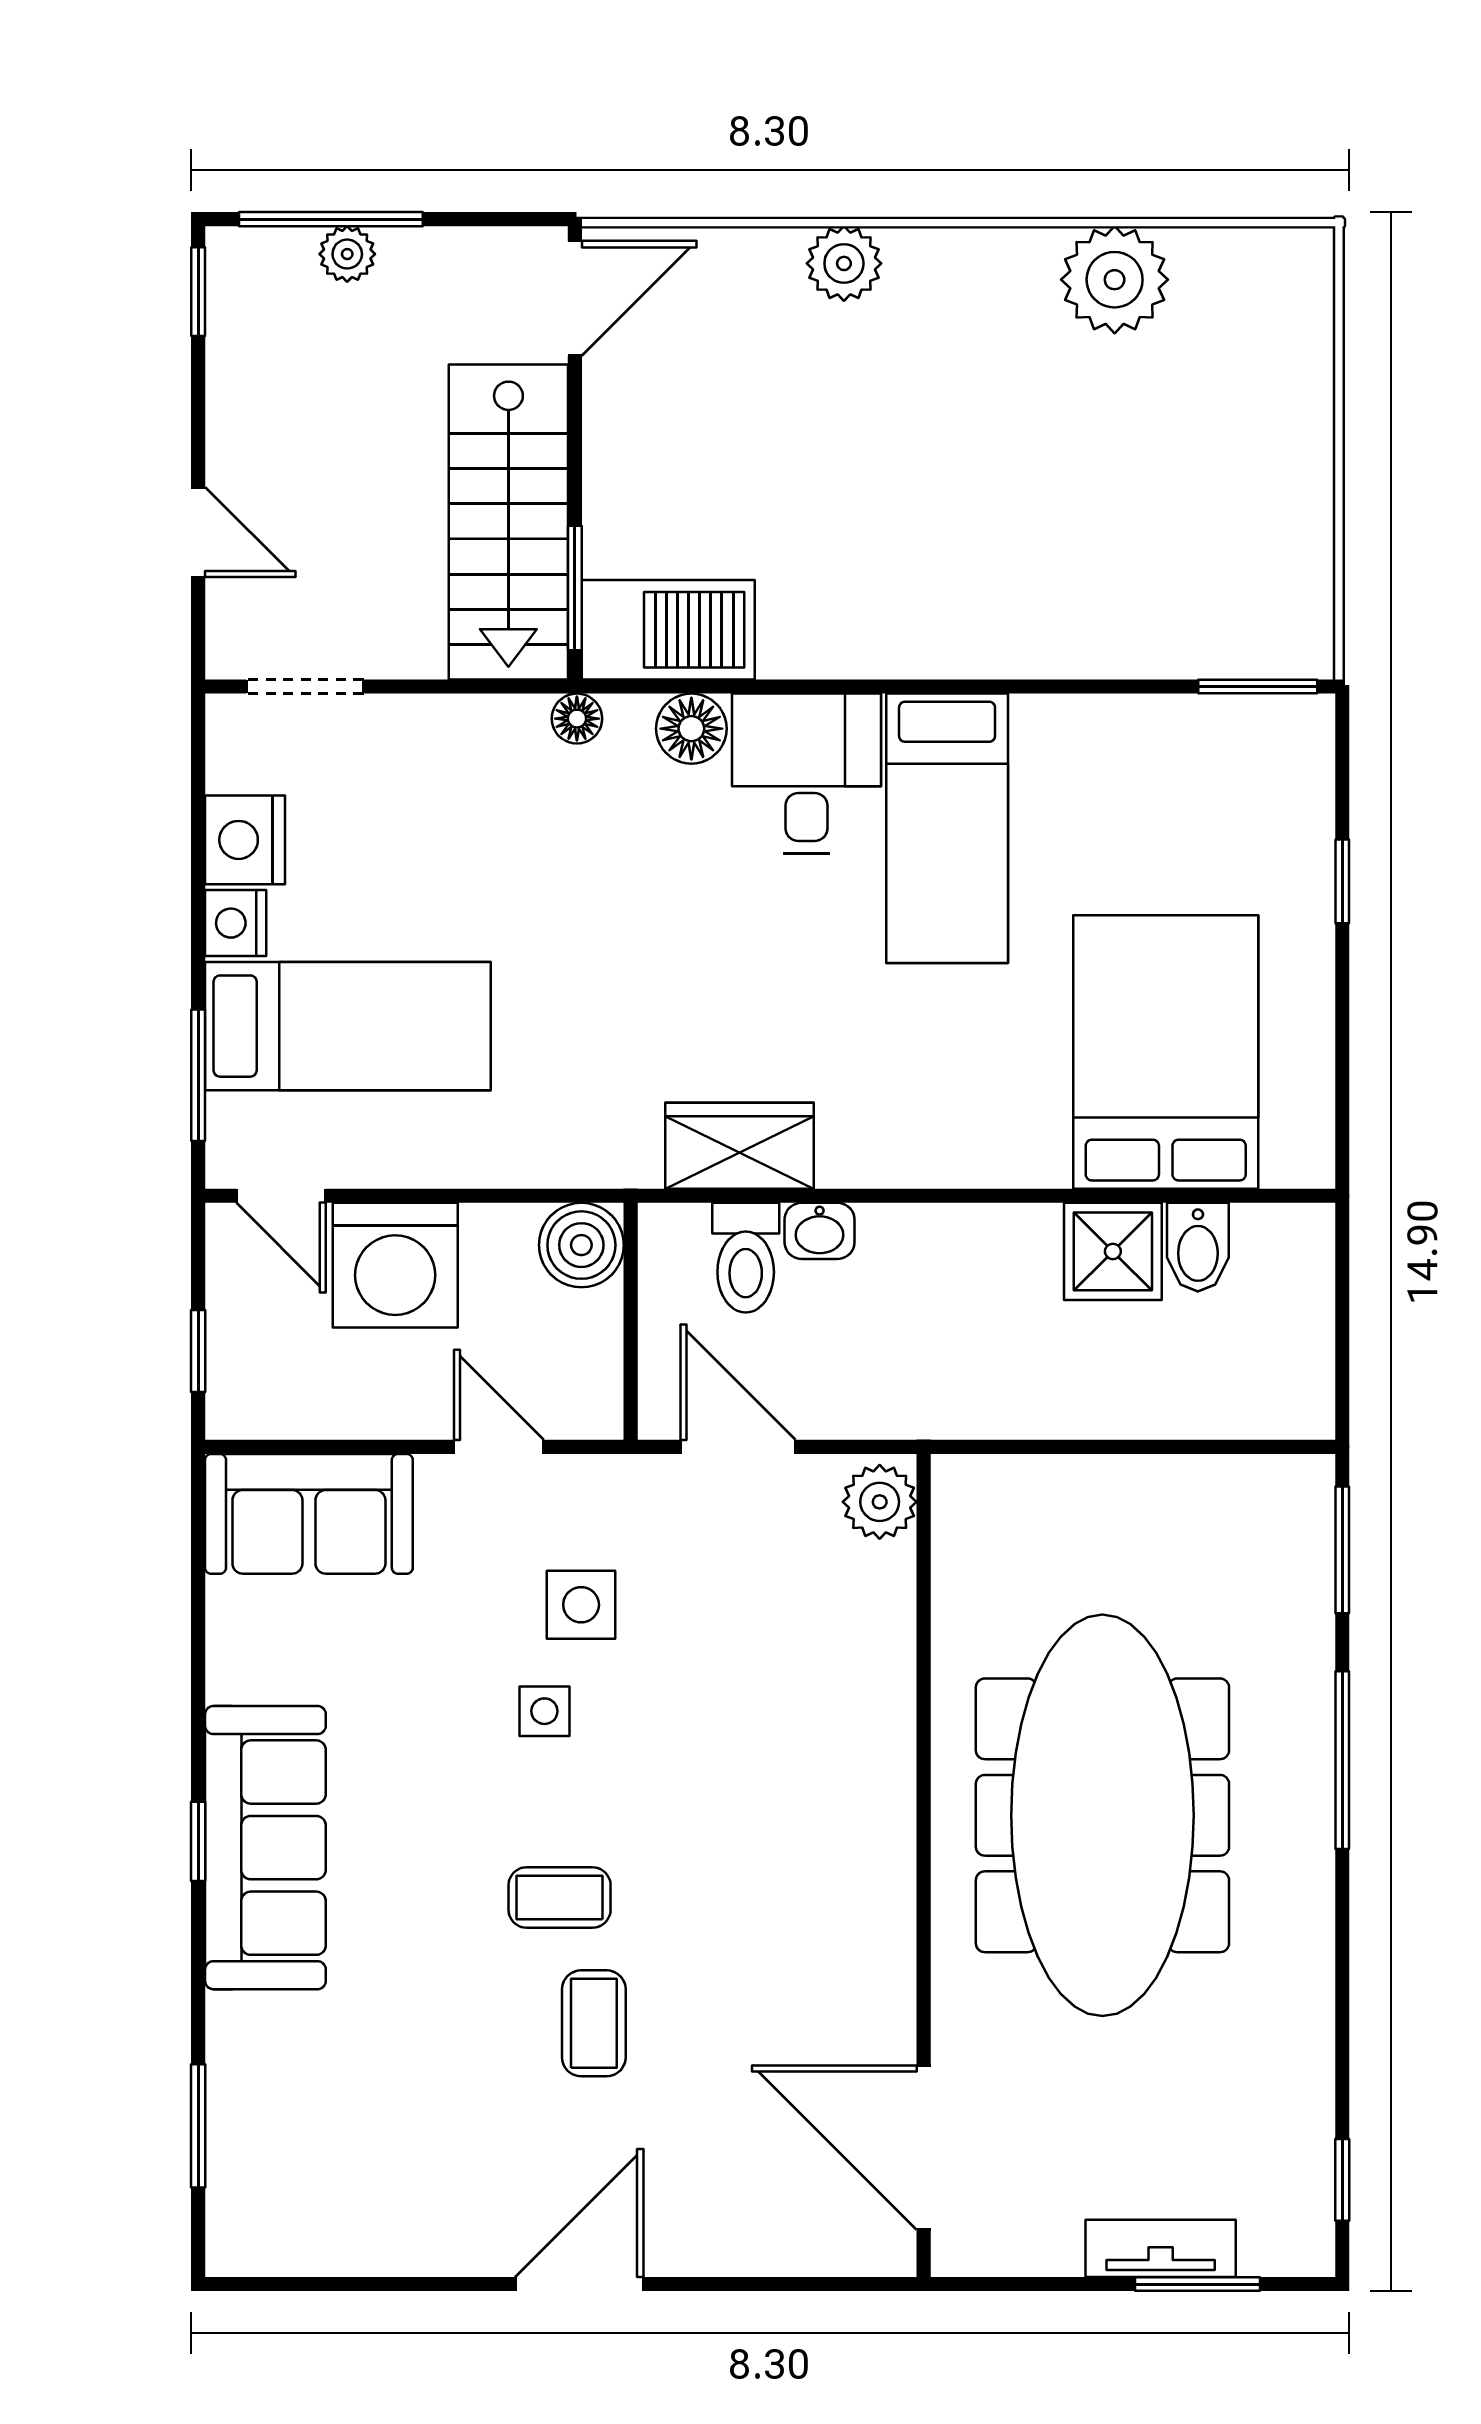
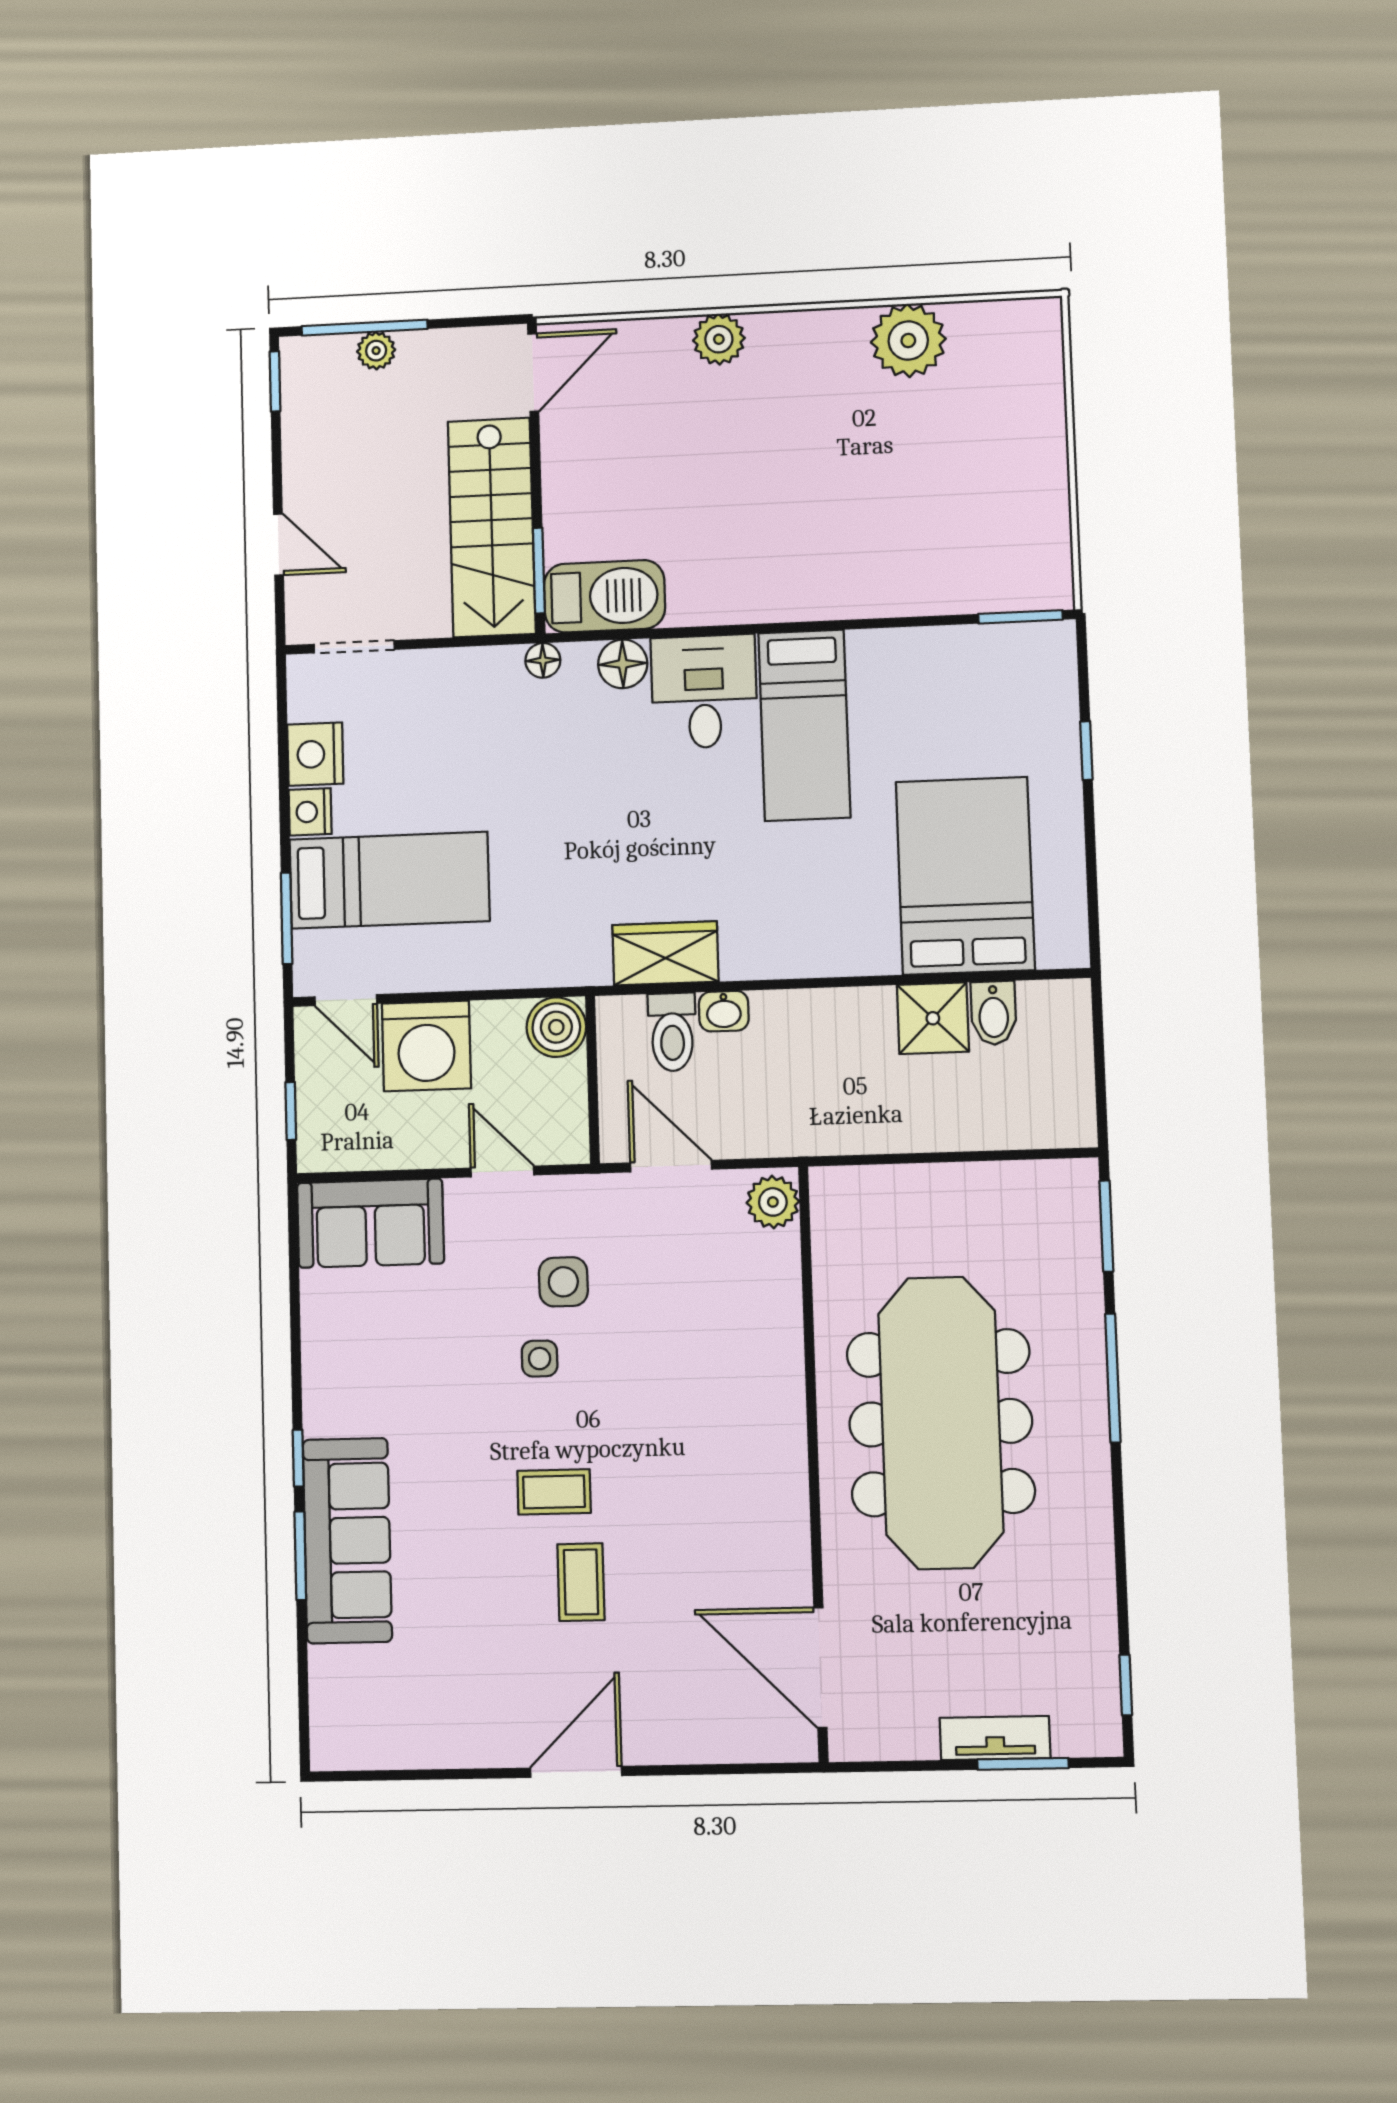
sofa: (265, 1848) -> (347, 1541), moved
window: (198, 2126) -> (300, 1556), moved

